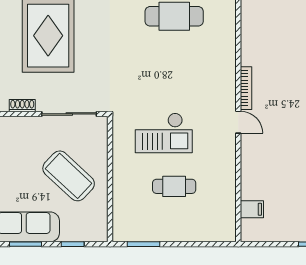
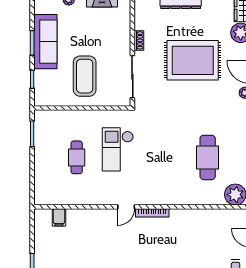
coffee table: (69, 176) -> (85, 76), turned -43

